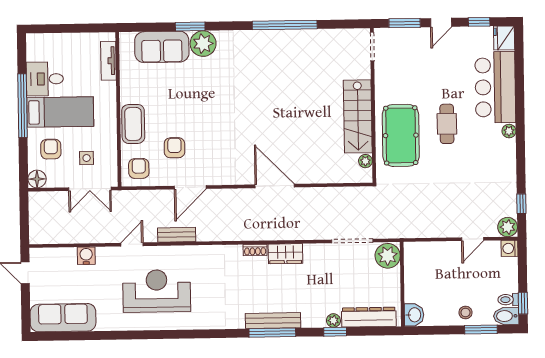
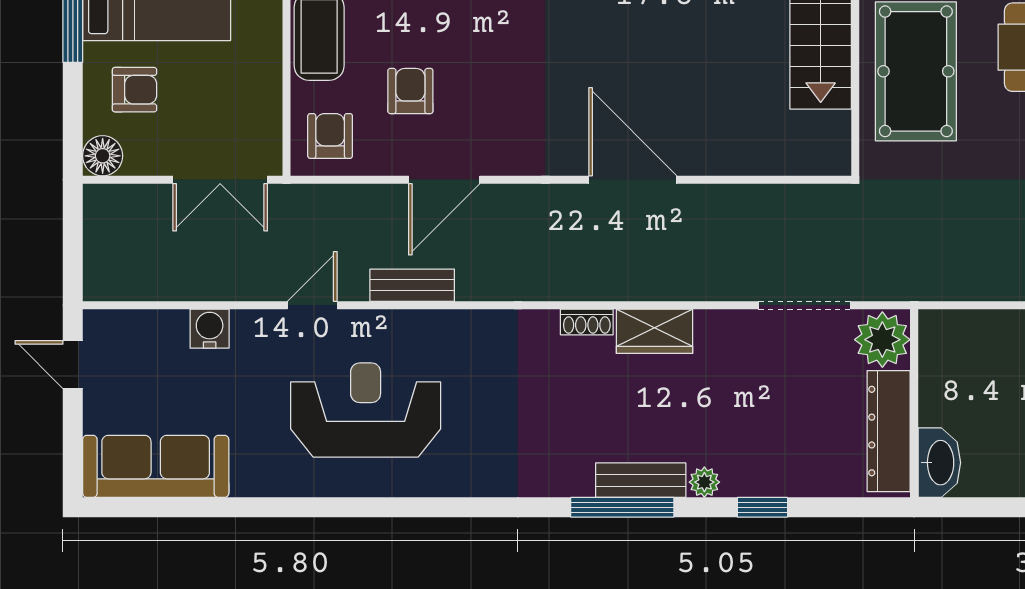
armchair: (51, 149) -> (134, 90), turned 90
side table: (87, 158) -> (214, 111), removed
plant: (365, 161) -> (836, 127), removed
washbasin: (414, 315) -> (939, 463), width x1.38
dresser: (369, 317) -> (889, 431), moved, turned -90
plant: (333, 320) -> (704, 482), moved
bench: (273, 321) -> (641, 480), width x0.73

